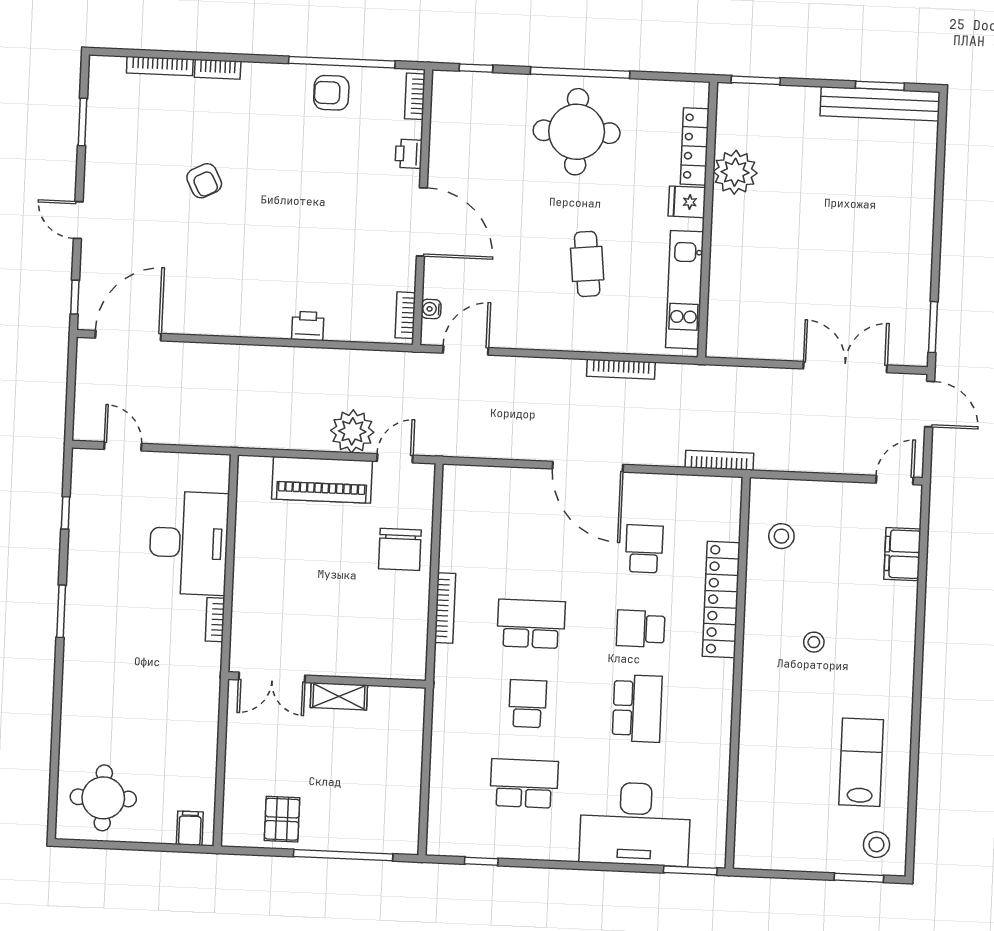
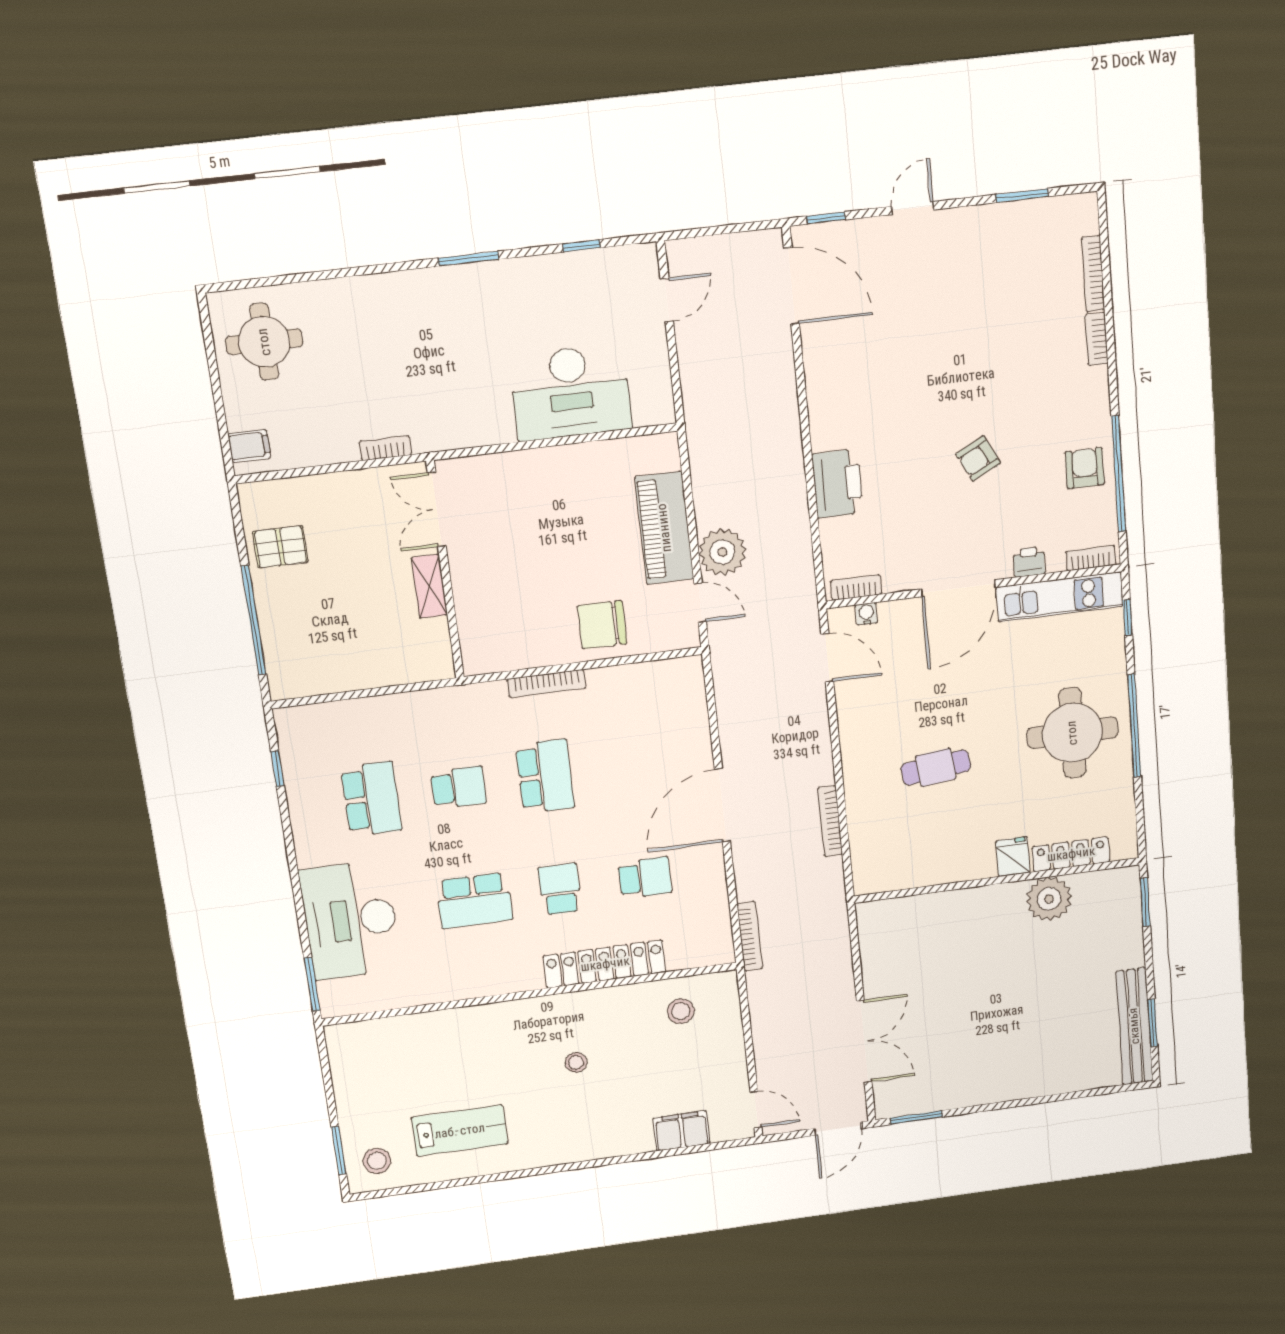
armchair: (204, 181) -> (978, 459), moved
kitchen unit: (685, 290) -> (1060, 597), moved, turned 180
printer: (308, 326) -> (837, 484), width x1.87, depth x1.48
bookcase: (215, 620) -> (385, 448), moved

